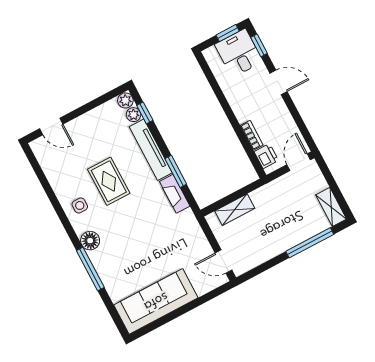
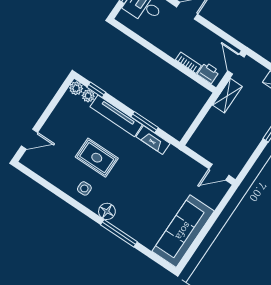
shelving: (235, 210) -> (227, 96), moved

